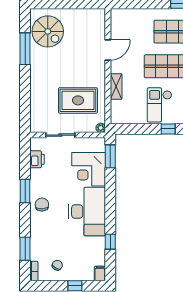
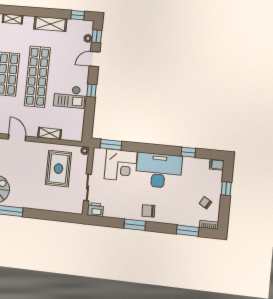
printer: (37, 159) -> (95, 210), moved

